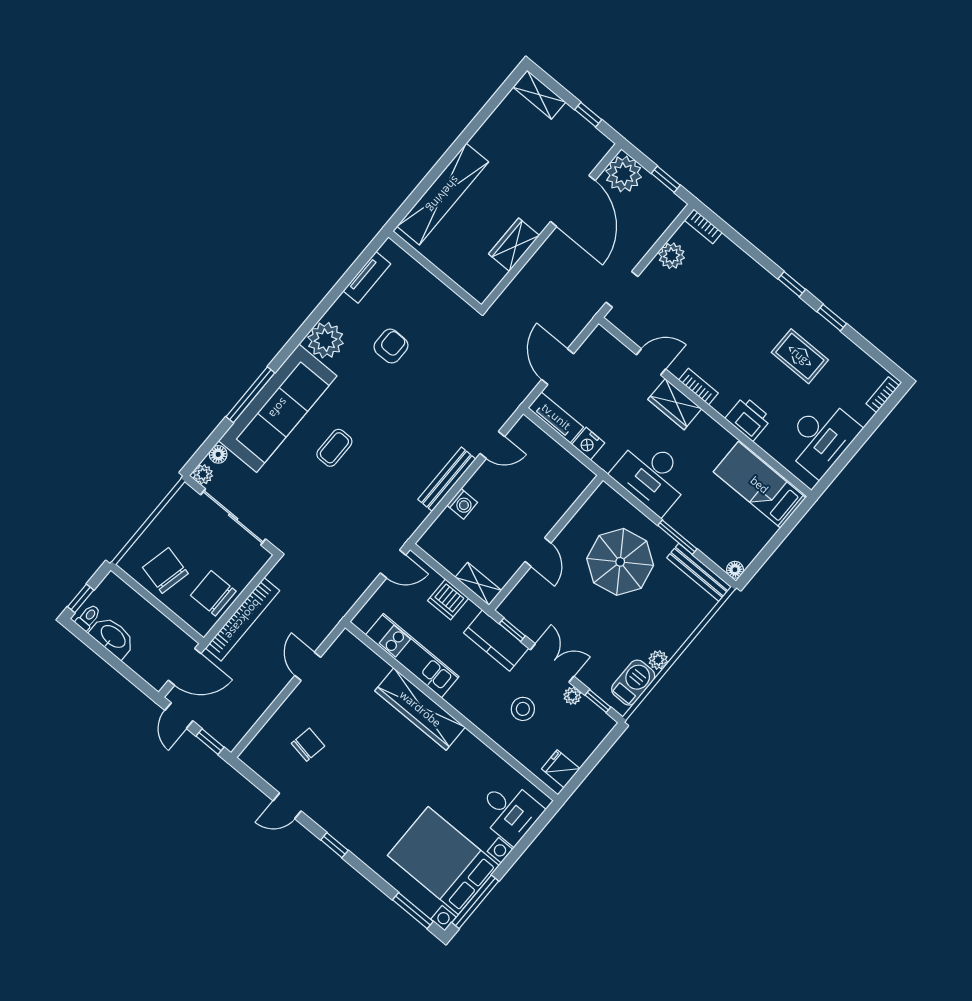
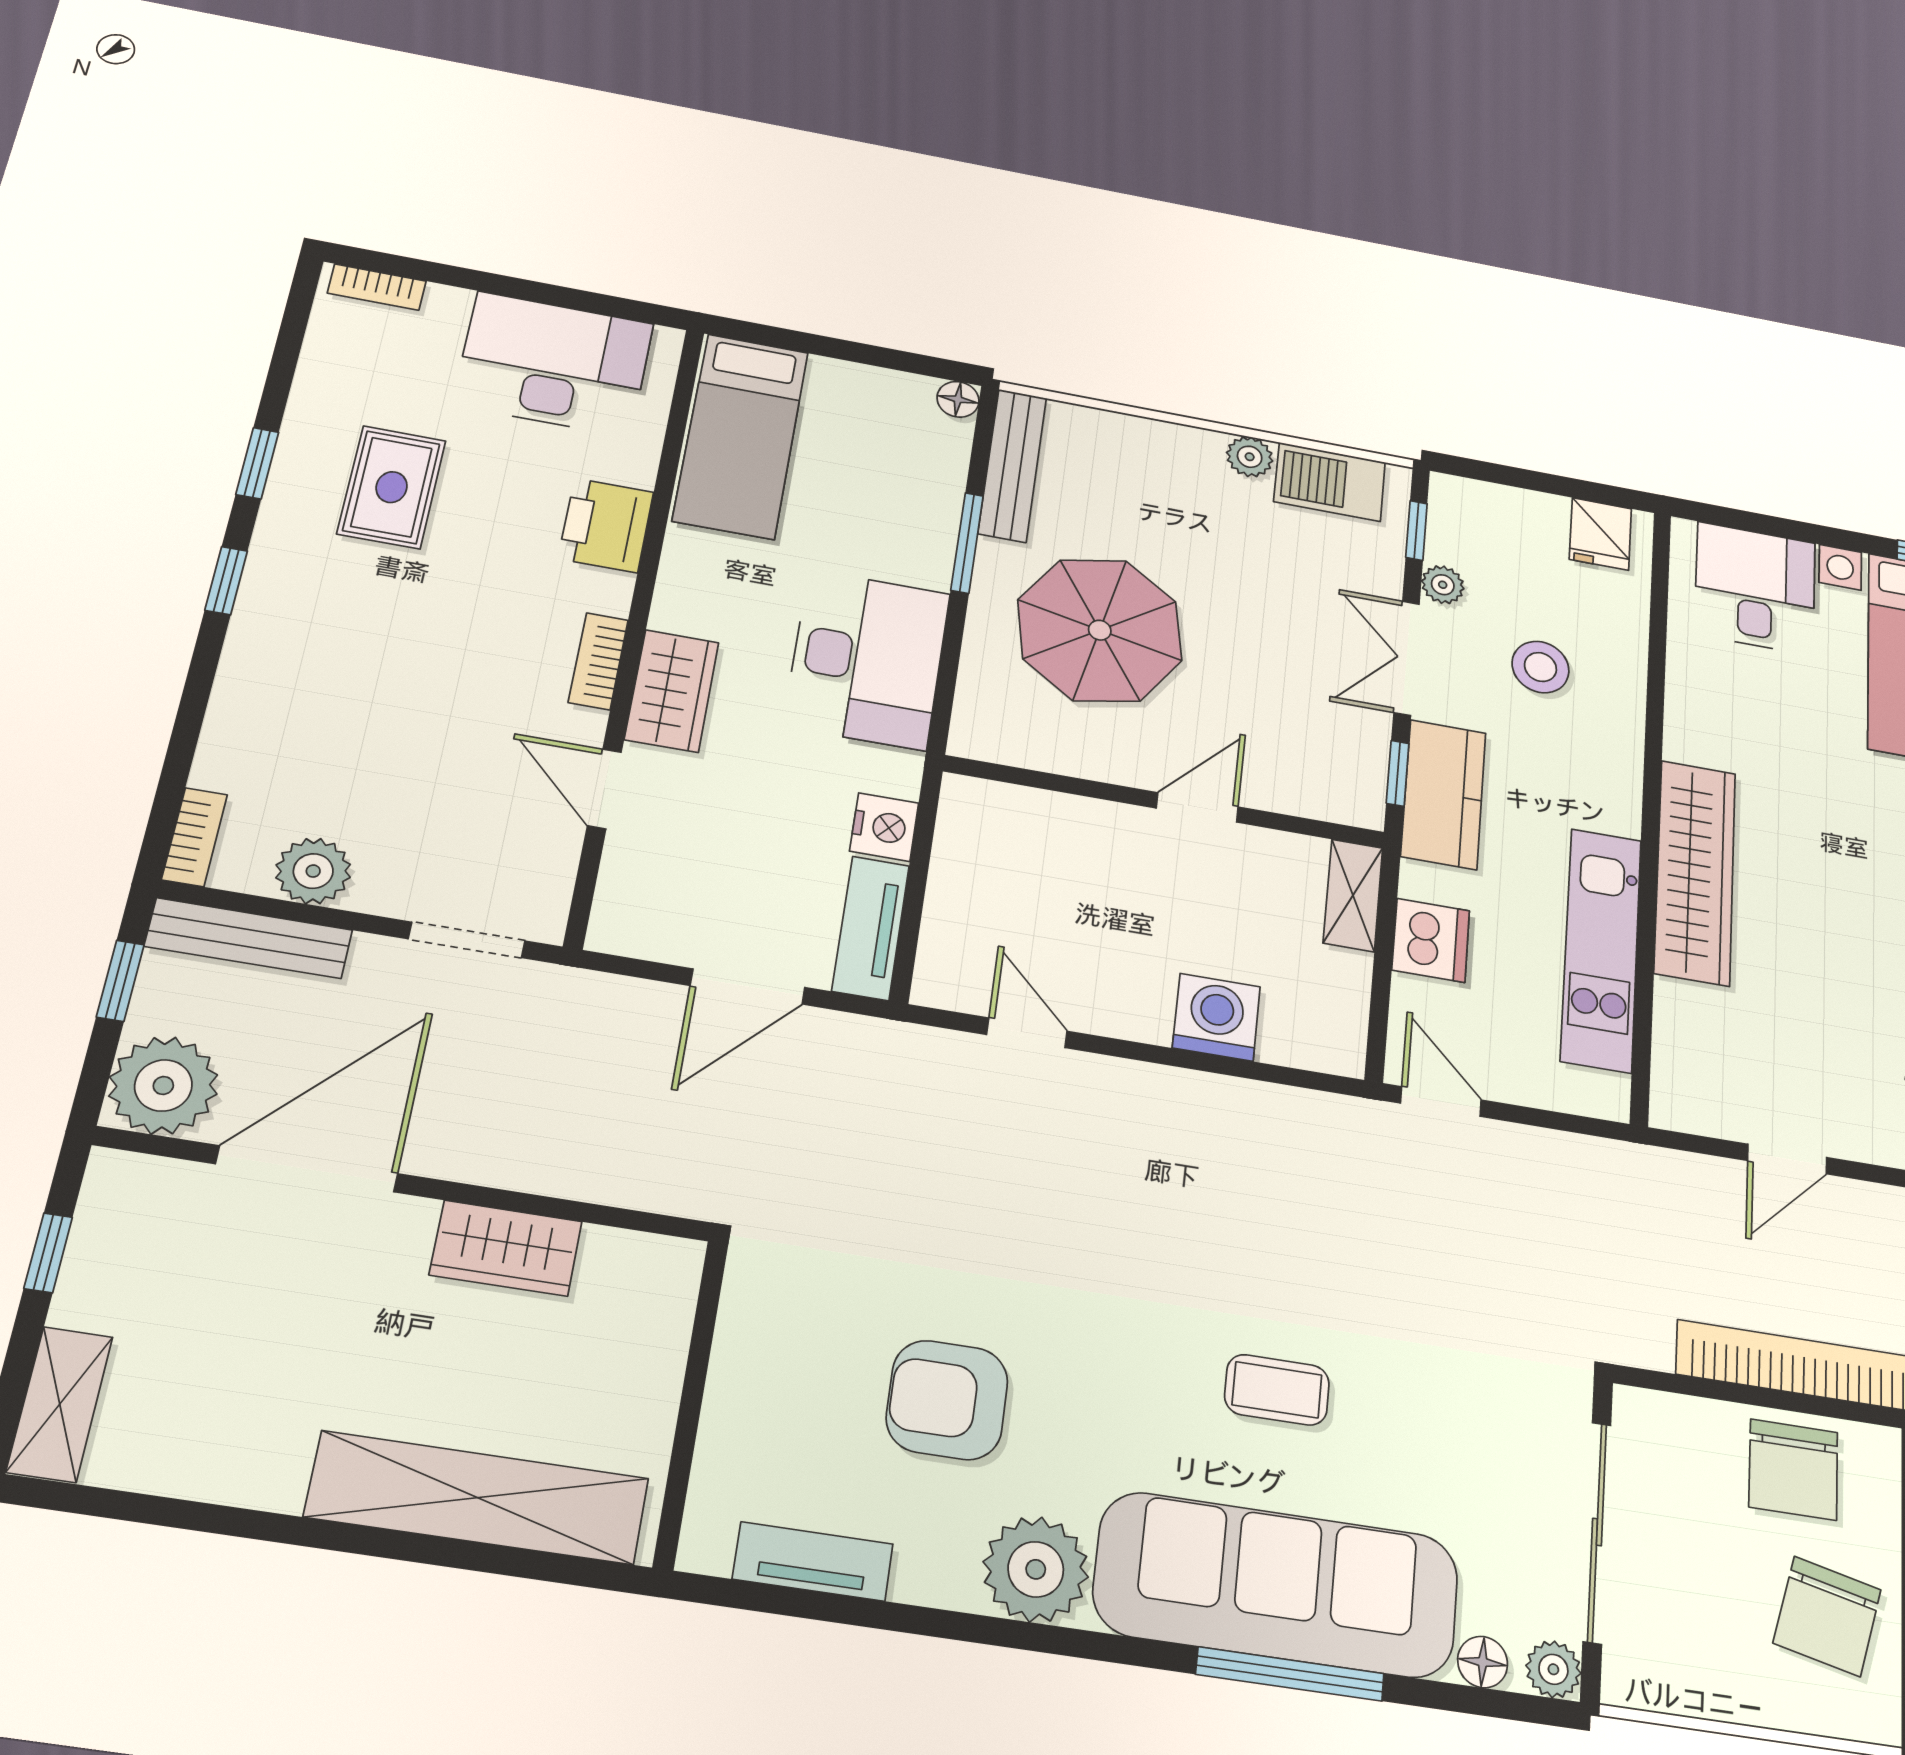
armchair: (391, 346) -> (947, 1400), width x1.38, depth x1.38
bench: (447, 479) -> (249, 938), moved
washing machine: (462, 504) -> (1216, 1017), width x1.38, depth x1.38

